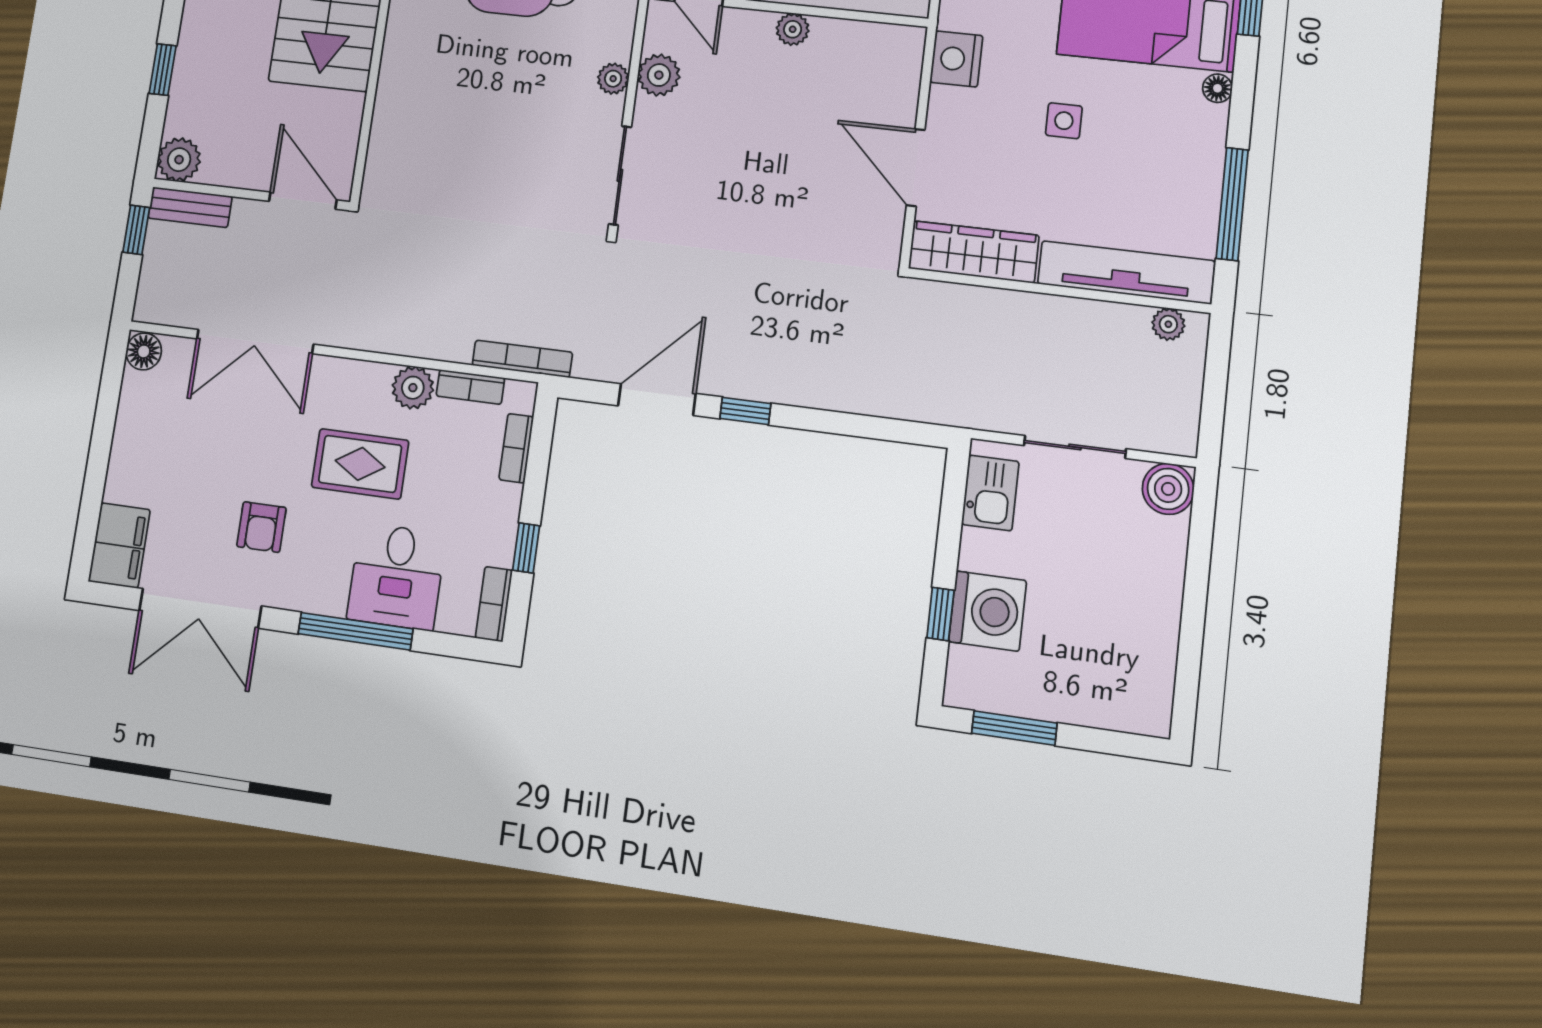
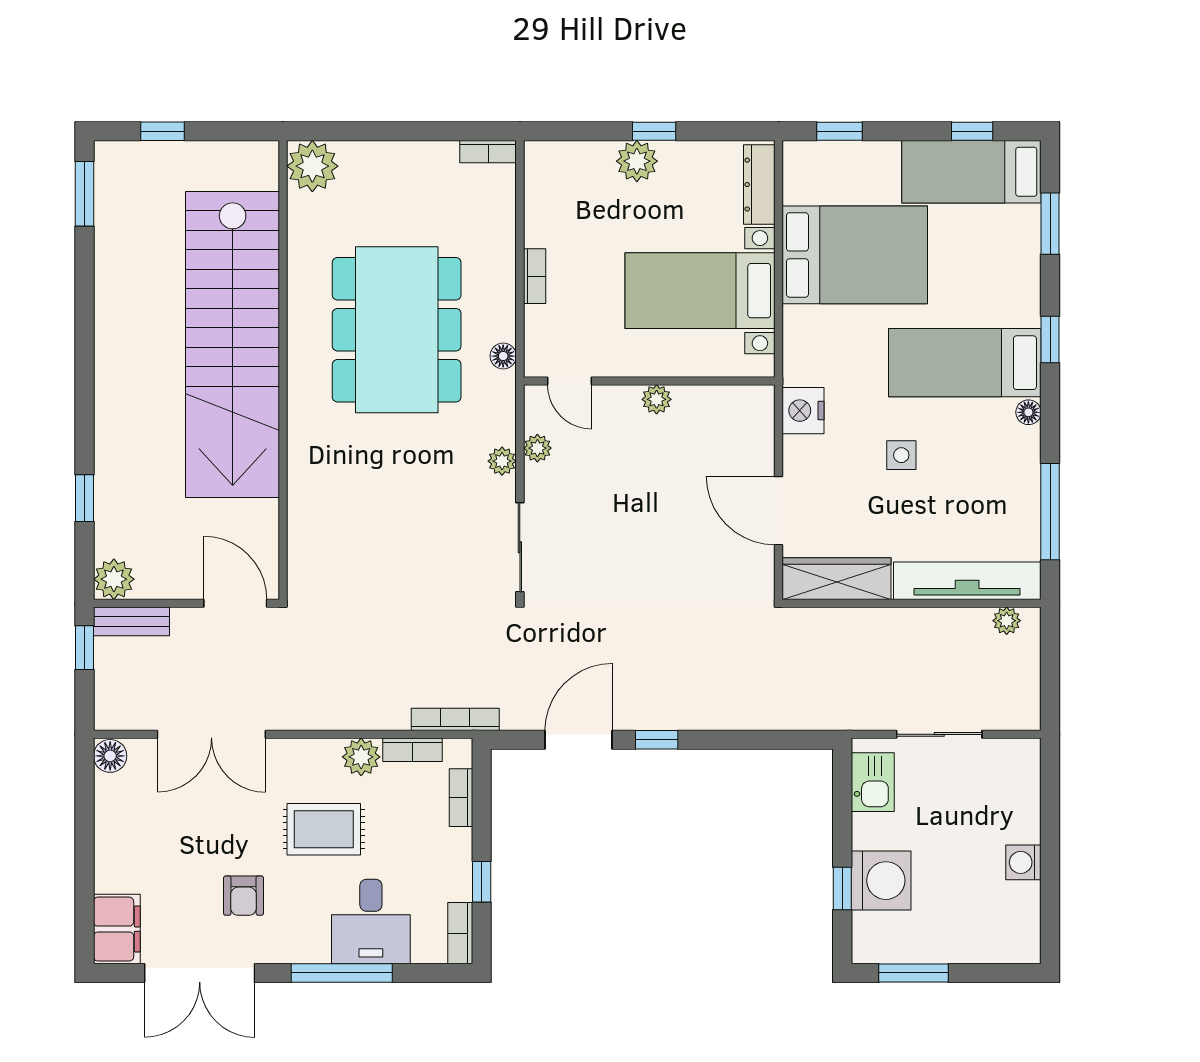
plant: (659, 75) -> (537, 448), width x0.73, depth x0.73
boiler: (1168, 489) -> (1020, 759), removed
washing machine: (1161, 613) -> (1023, 862), added

